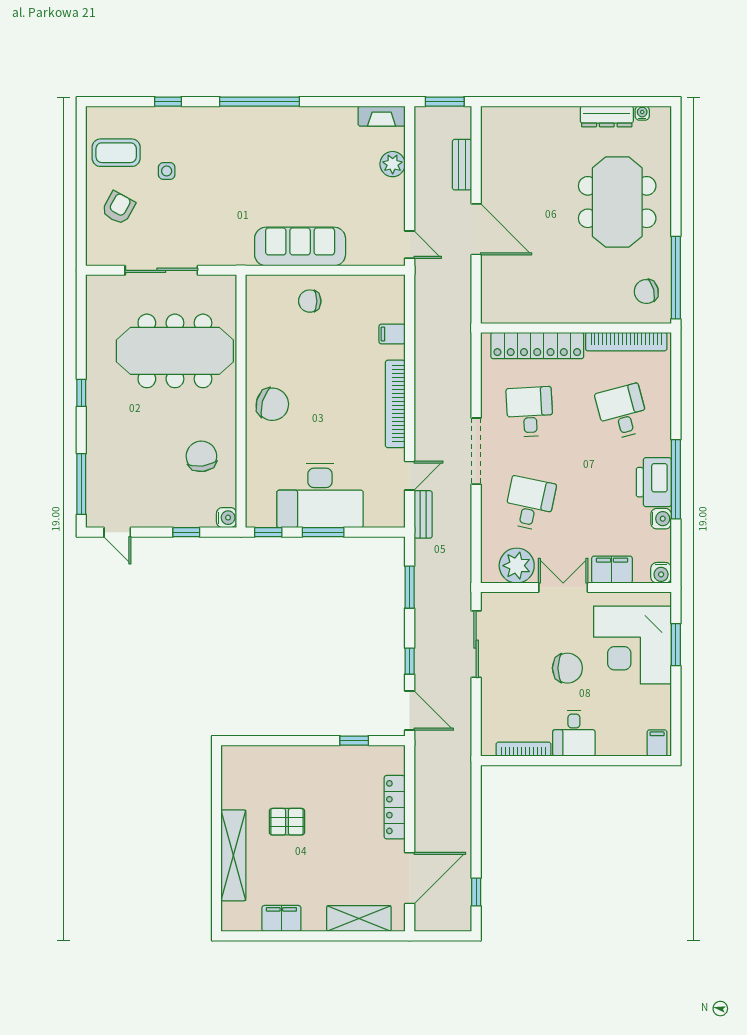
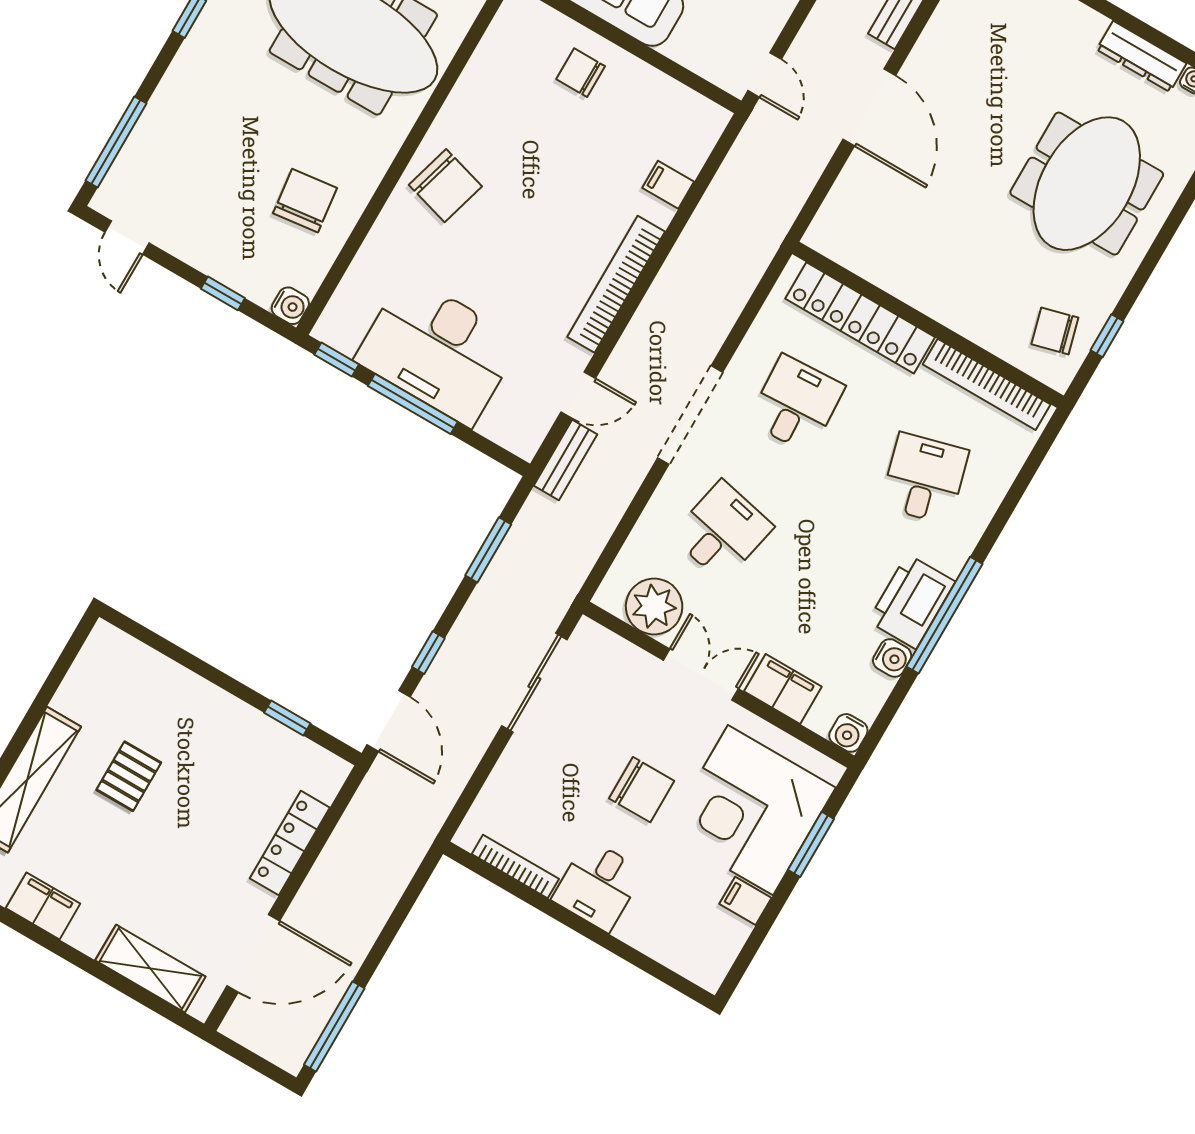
window: (676, 278) -> (1107, 336), width x0.32
window: (323, 532) -> (413, 404), width x1.44
filing cabinet: (657, 743) -> (745, 901), moved, turned -90
pallet: (287, 822) -> (129, 776), turned 90
window: (476, 892) -> (334, 1026), width x2.17

